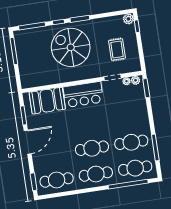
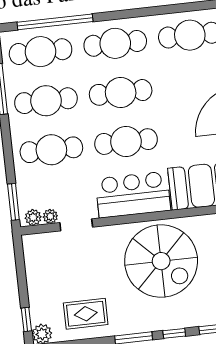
spiral stairs: (71, 47) -> (161, 261), moved
rug: (117, 49) -> (86, 314), moved, turned 90
cafe table: (127, 116) -> (51, 150), added
cafe table: (88, 122) -> (126, 142), added

